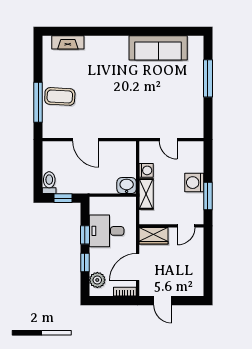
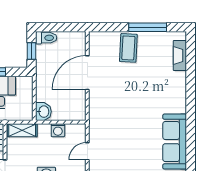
window: (38, 102) -> (148, 27), moved
door: (86, 140) -> (87, 73), width x1.36
shelving: (146, 194) -> (22, 130), moved

